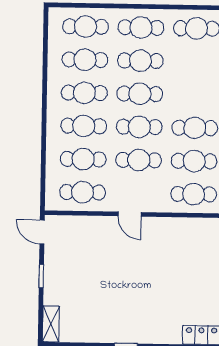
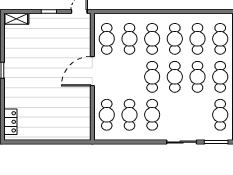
cafe table: (139, 160) -> (129, 77), removed
door: (129, 214) -> (92, 71), width x1.88

